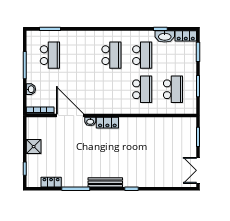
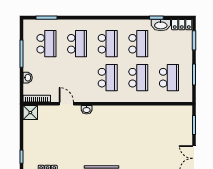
school desk: (81, 55) -> (77, 44), added
school desk: (111, 89) -> (108, 78), added
door: (70, 115) -> (66, 104), width x0.53
locker: (107, 123) -> (104, 111), removed
shower: (34, 147) -> (30, 113), moved

